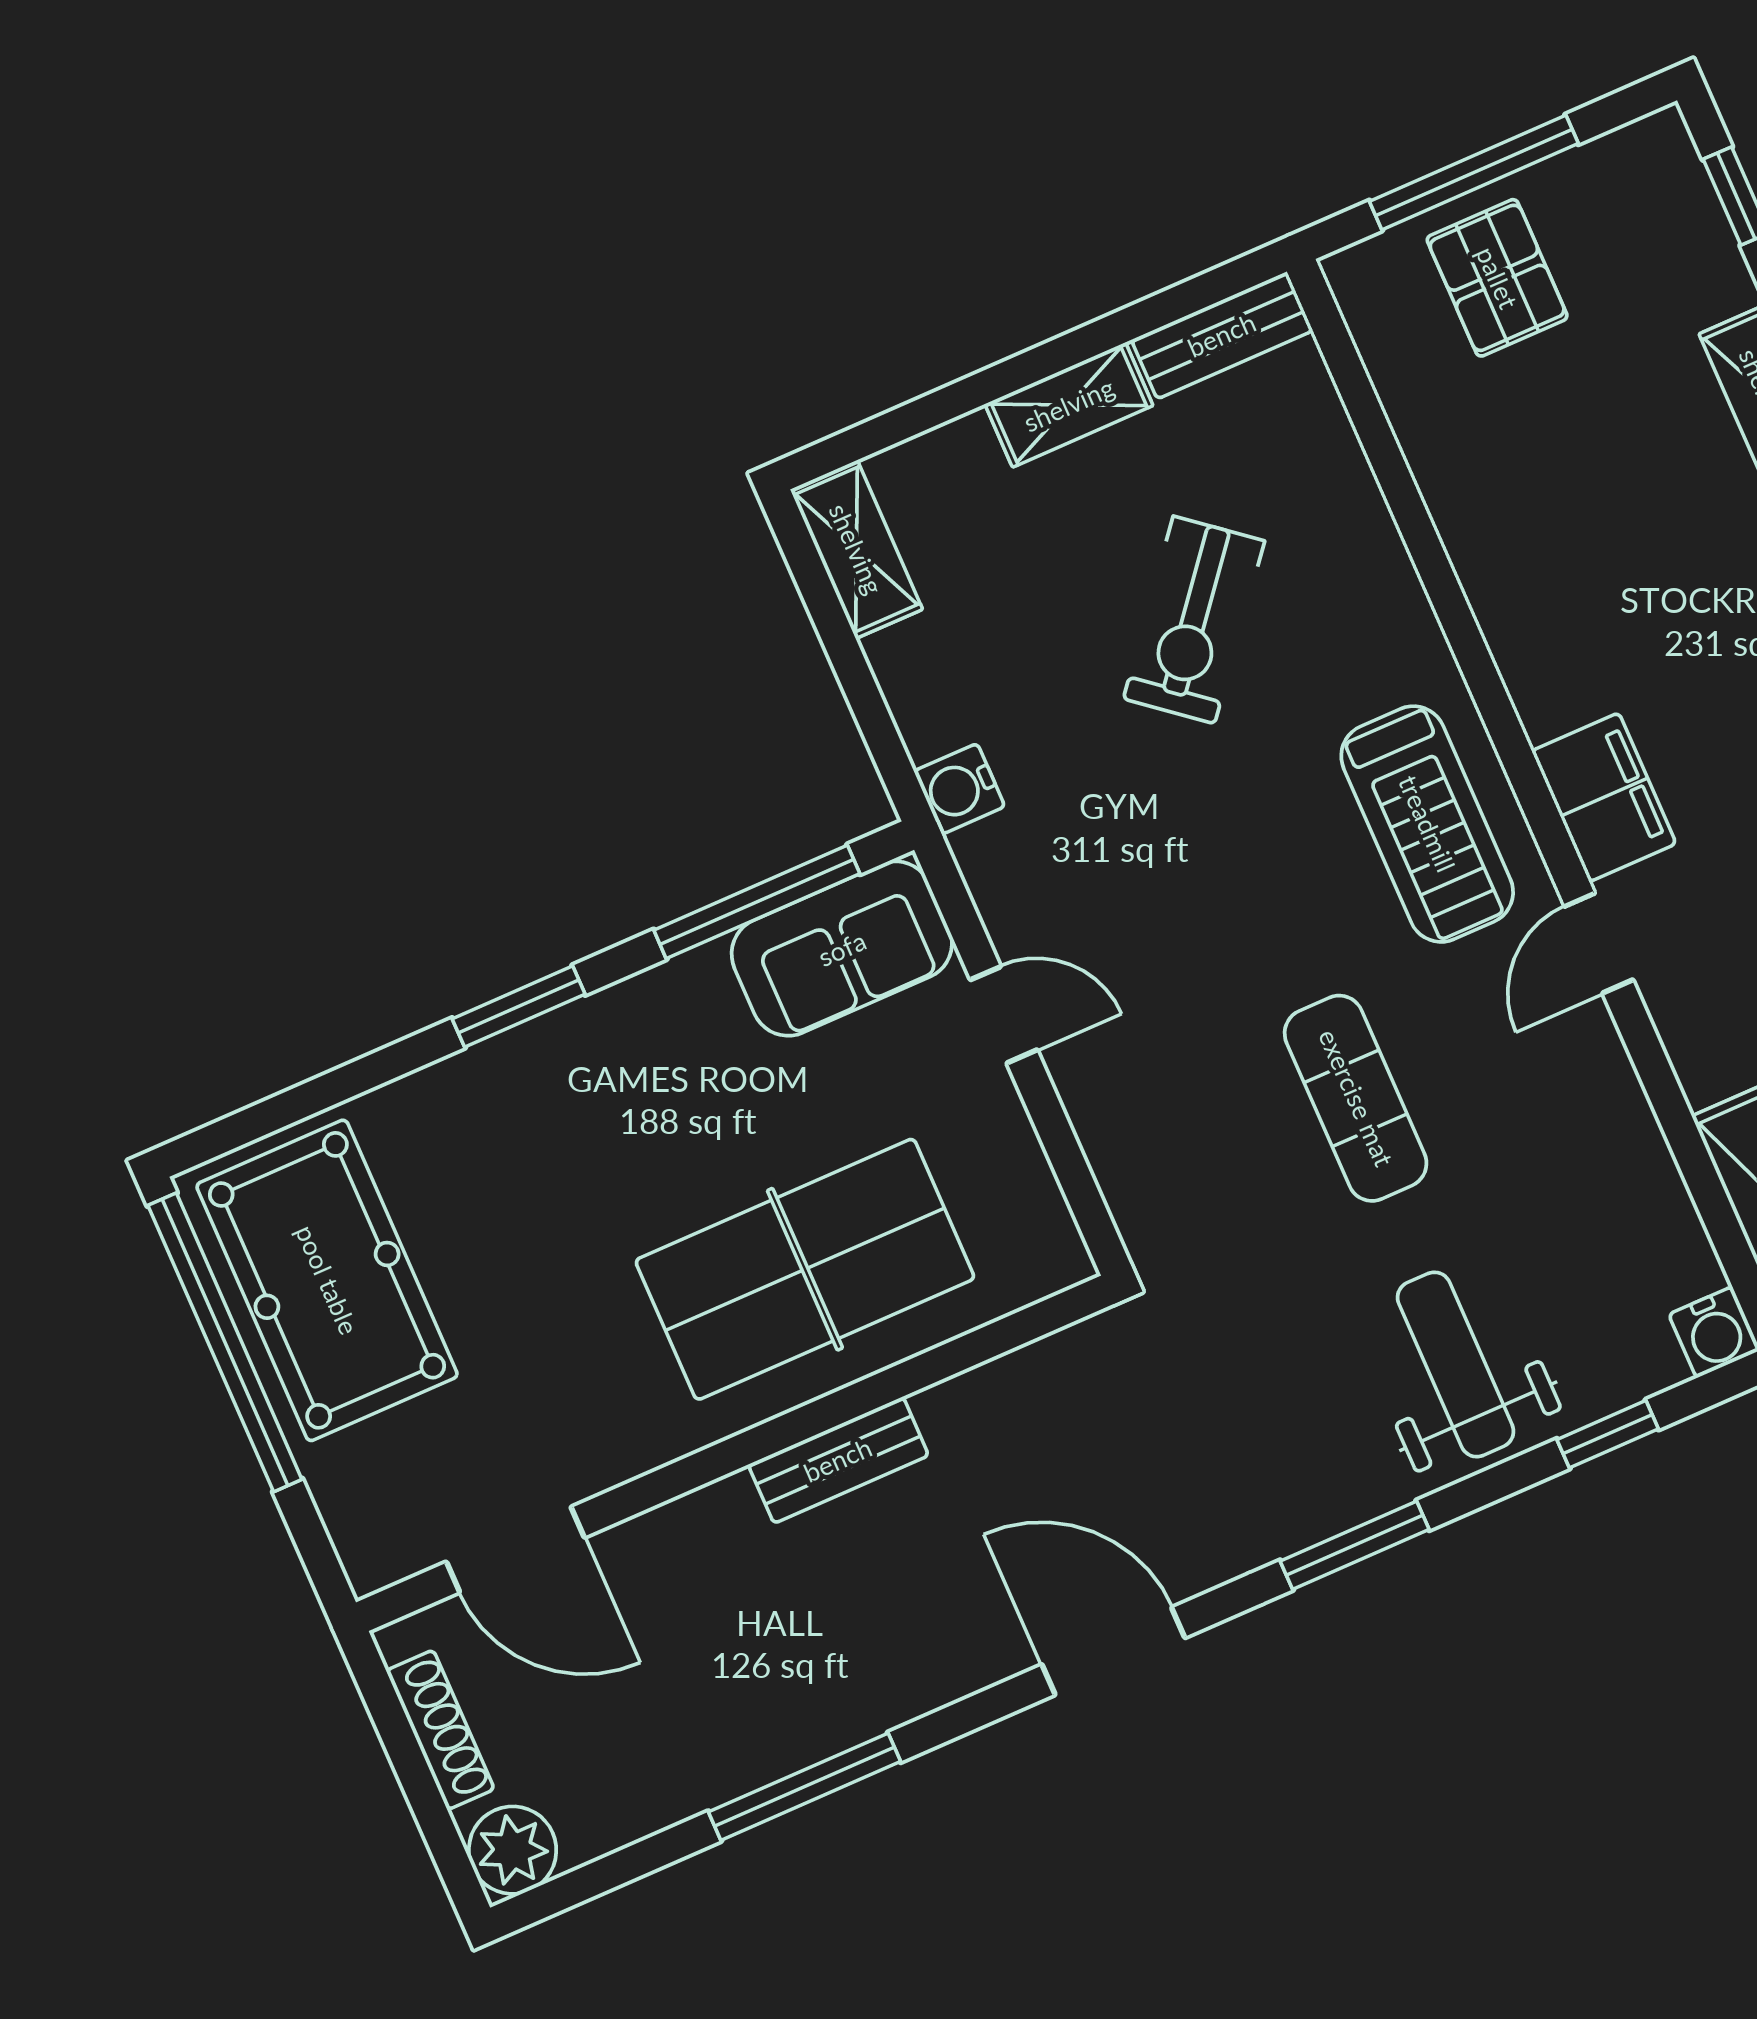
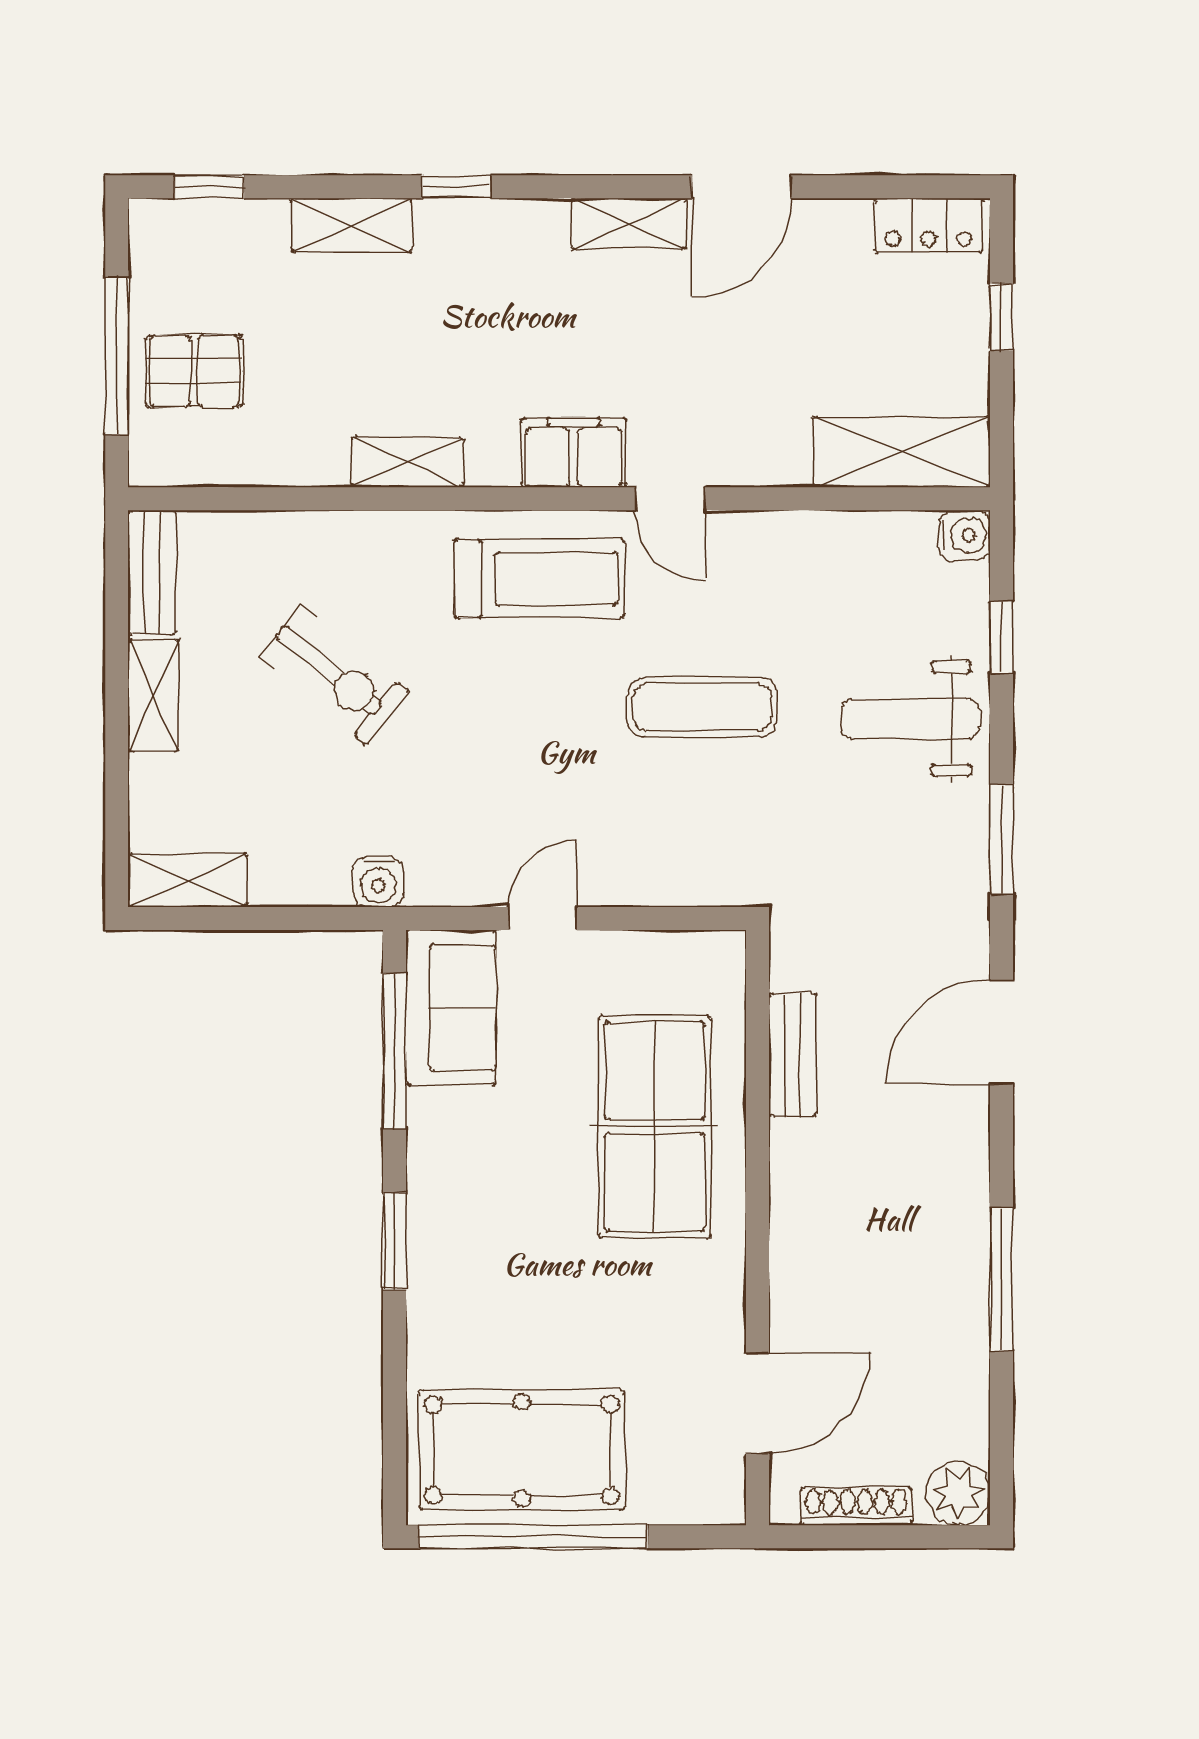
shelving: (1500, 595) -> (407, 462), added
bench: (838, 1460) -> (793, 1055), moved

